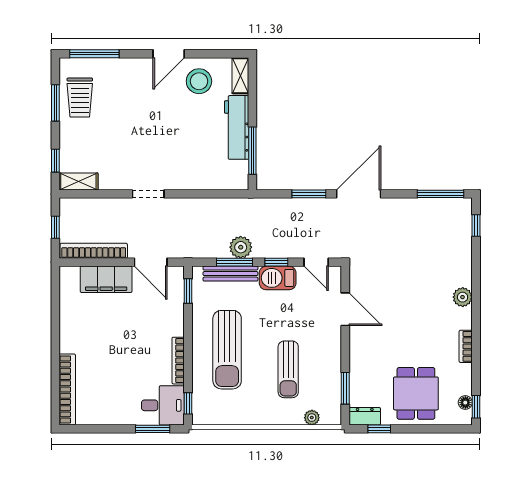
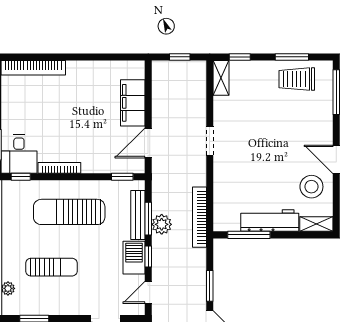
bookcase: (94, 251) -> (199, 217), moved, turned 180
sun lounger: (288, 369) -> (51, 267), turned 180

